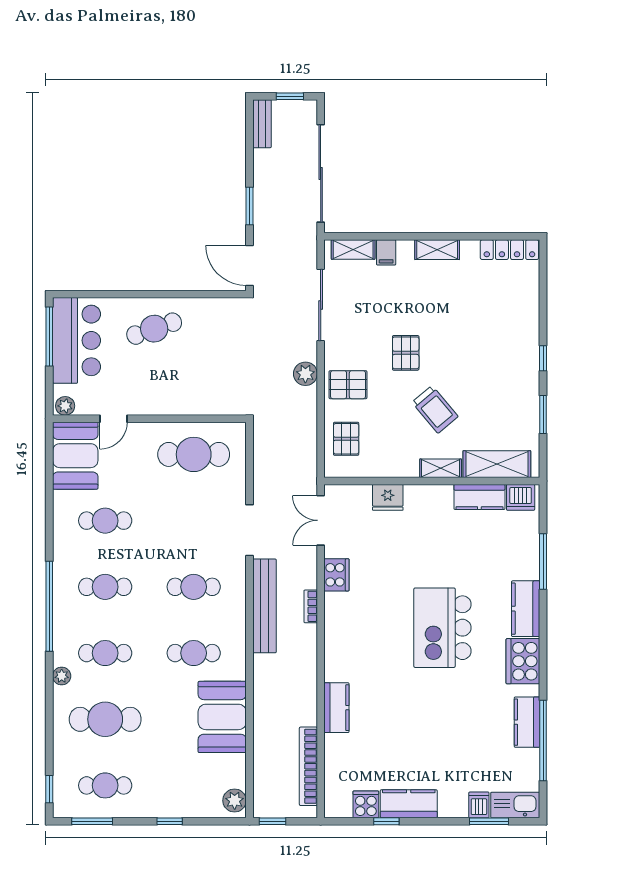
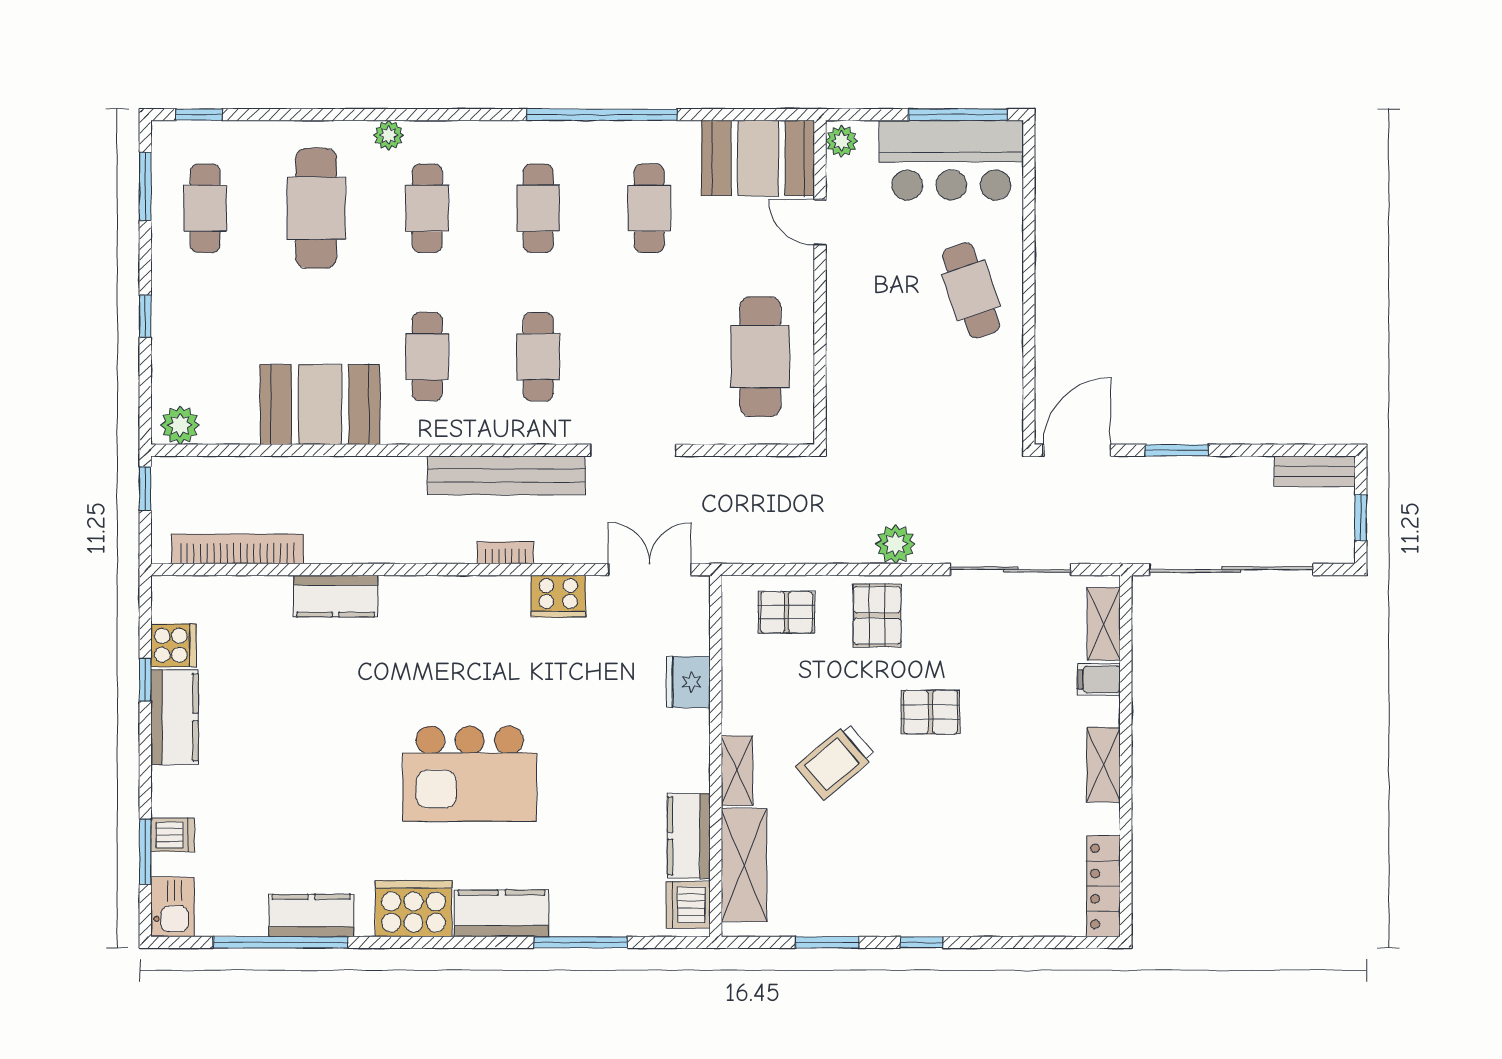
window: (49, 606) -> (602, 115), moved
kitchen island: (442, 628) -> (470, 774), turned 180
kitchen sink: (515, 805) -> (172, 907), width x0.73

